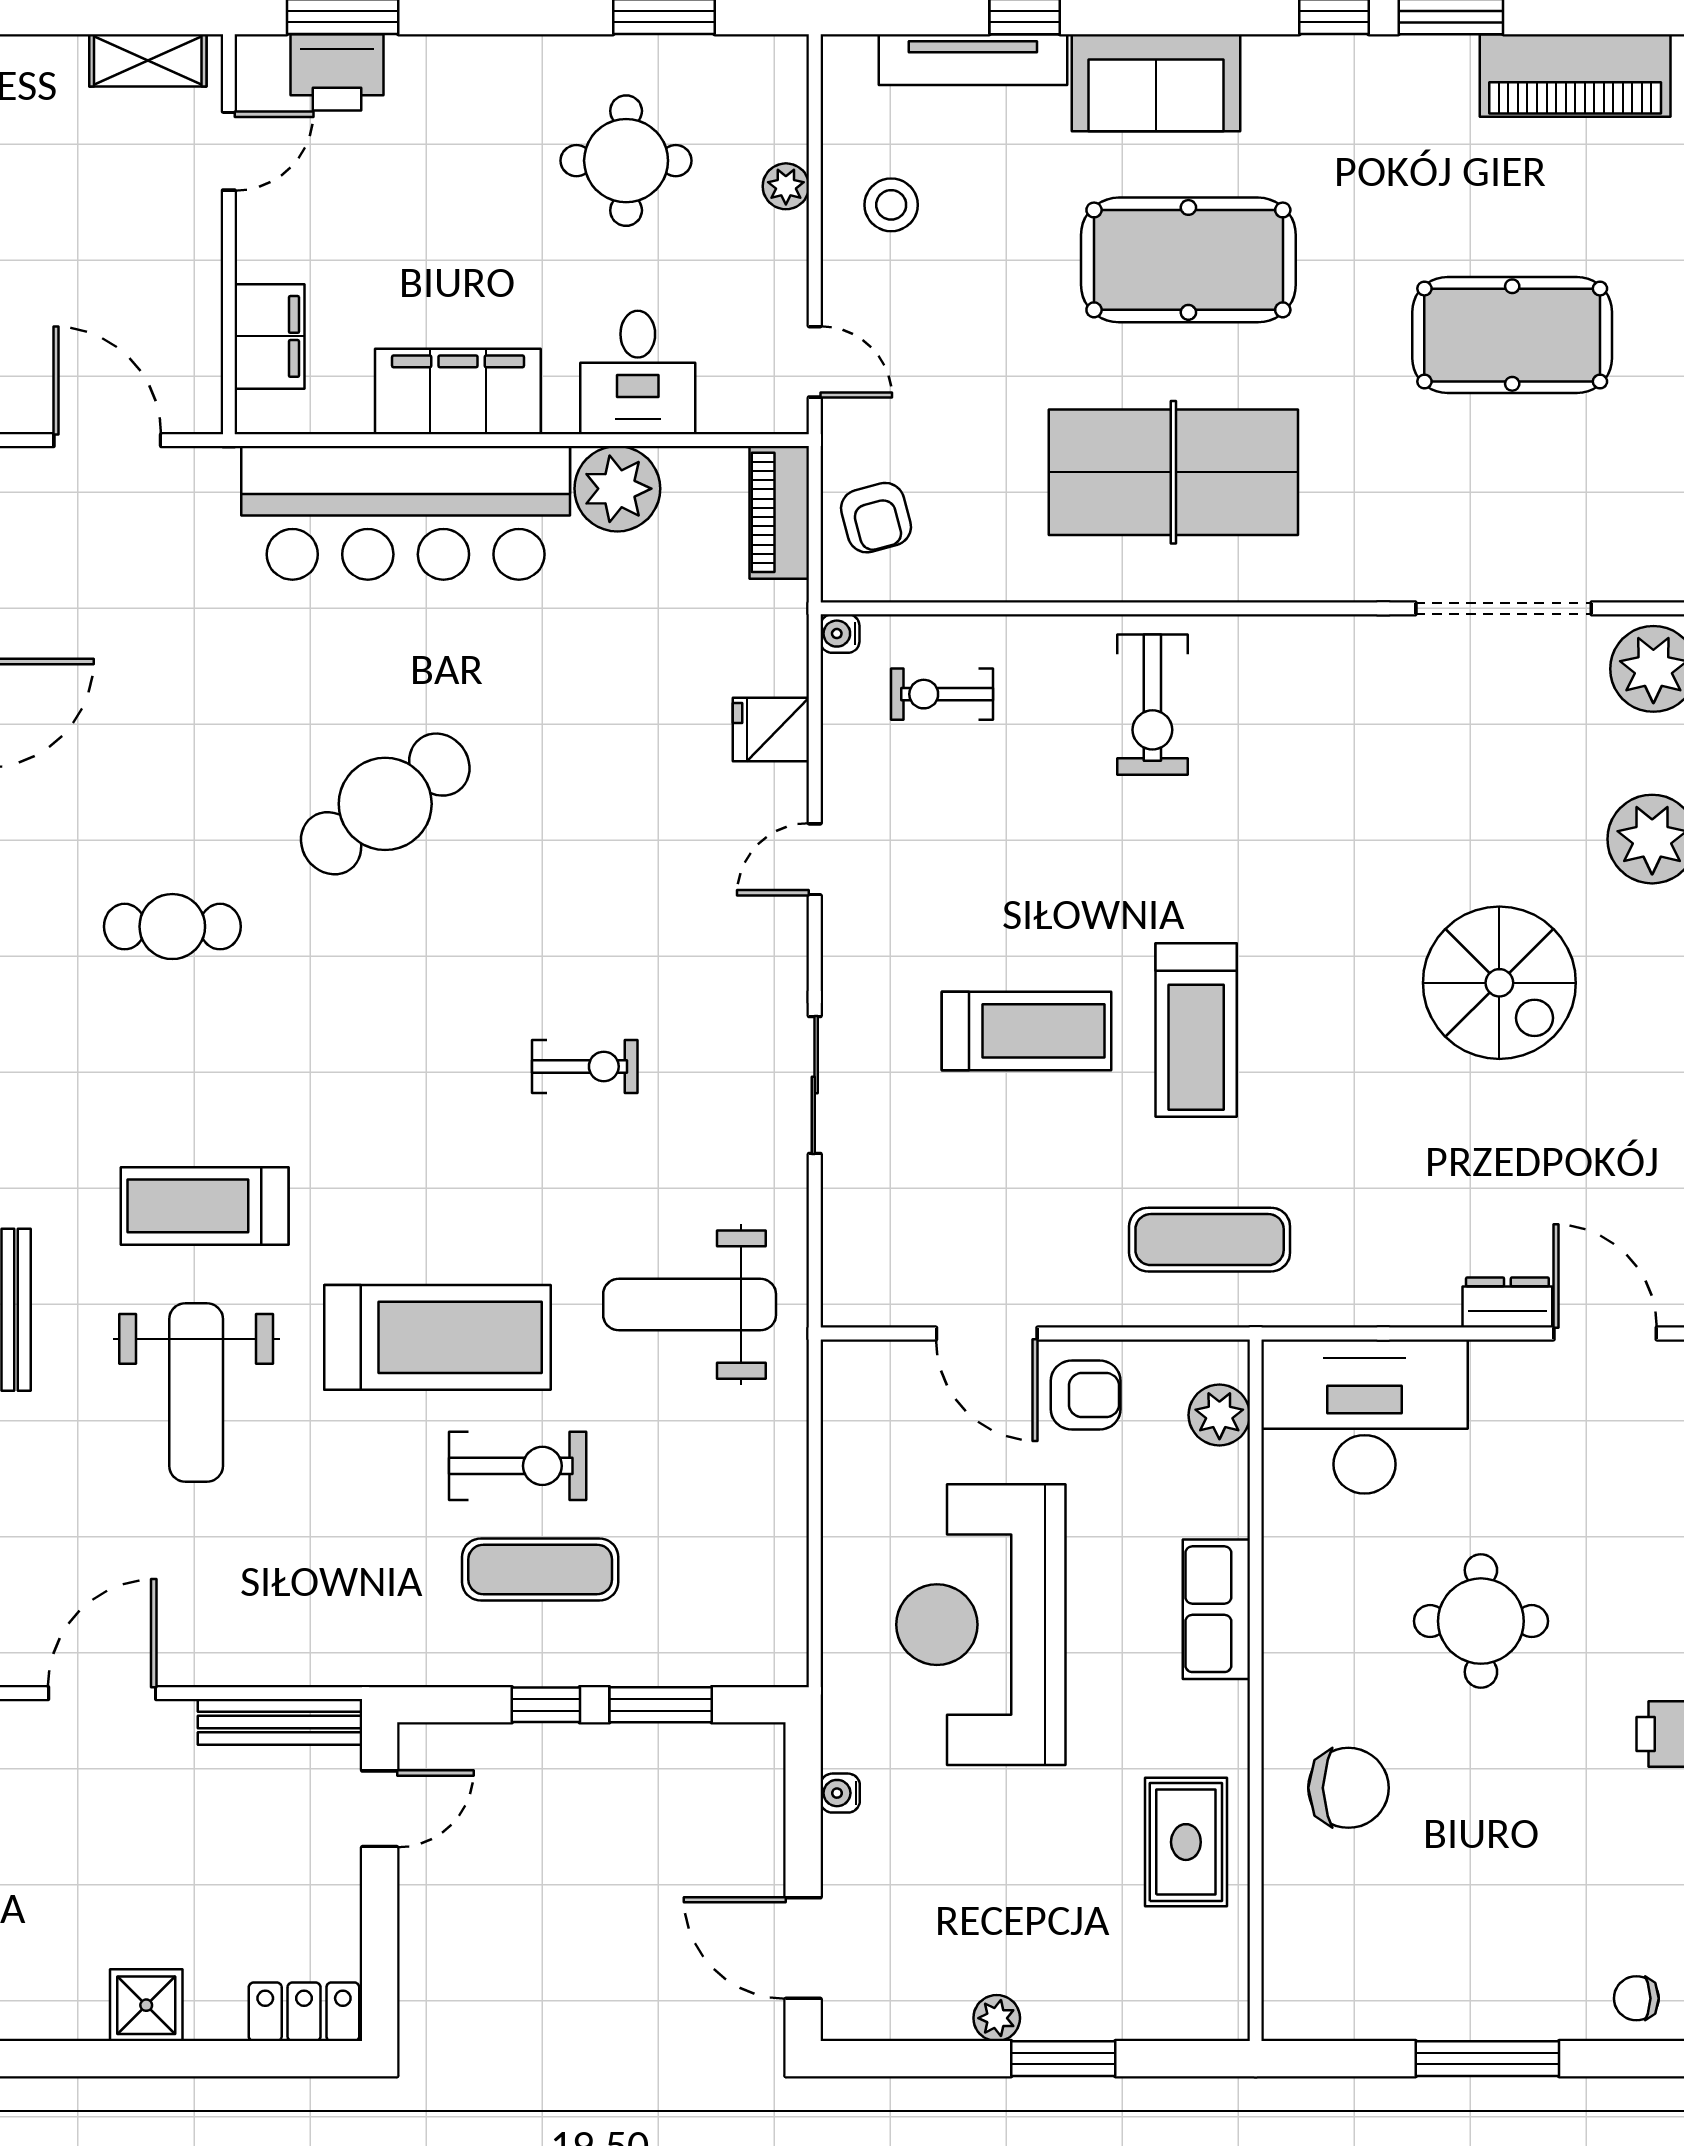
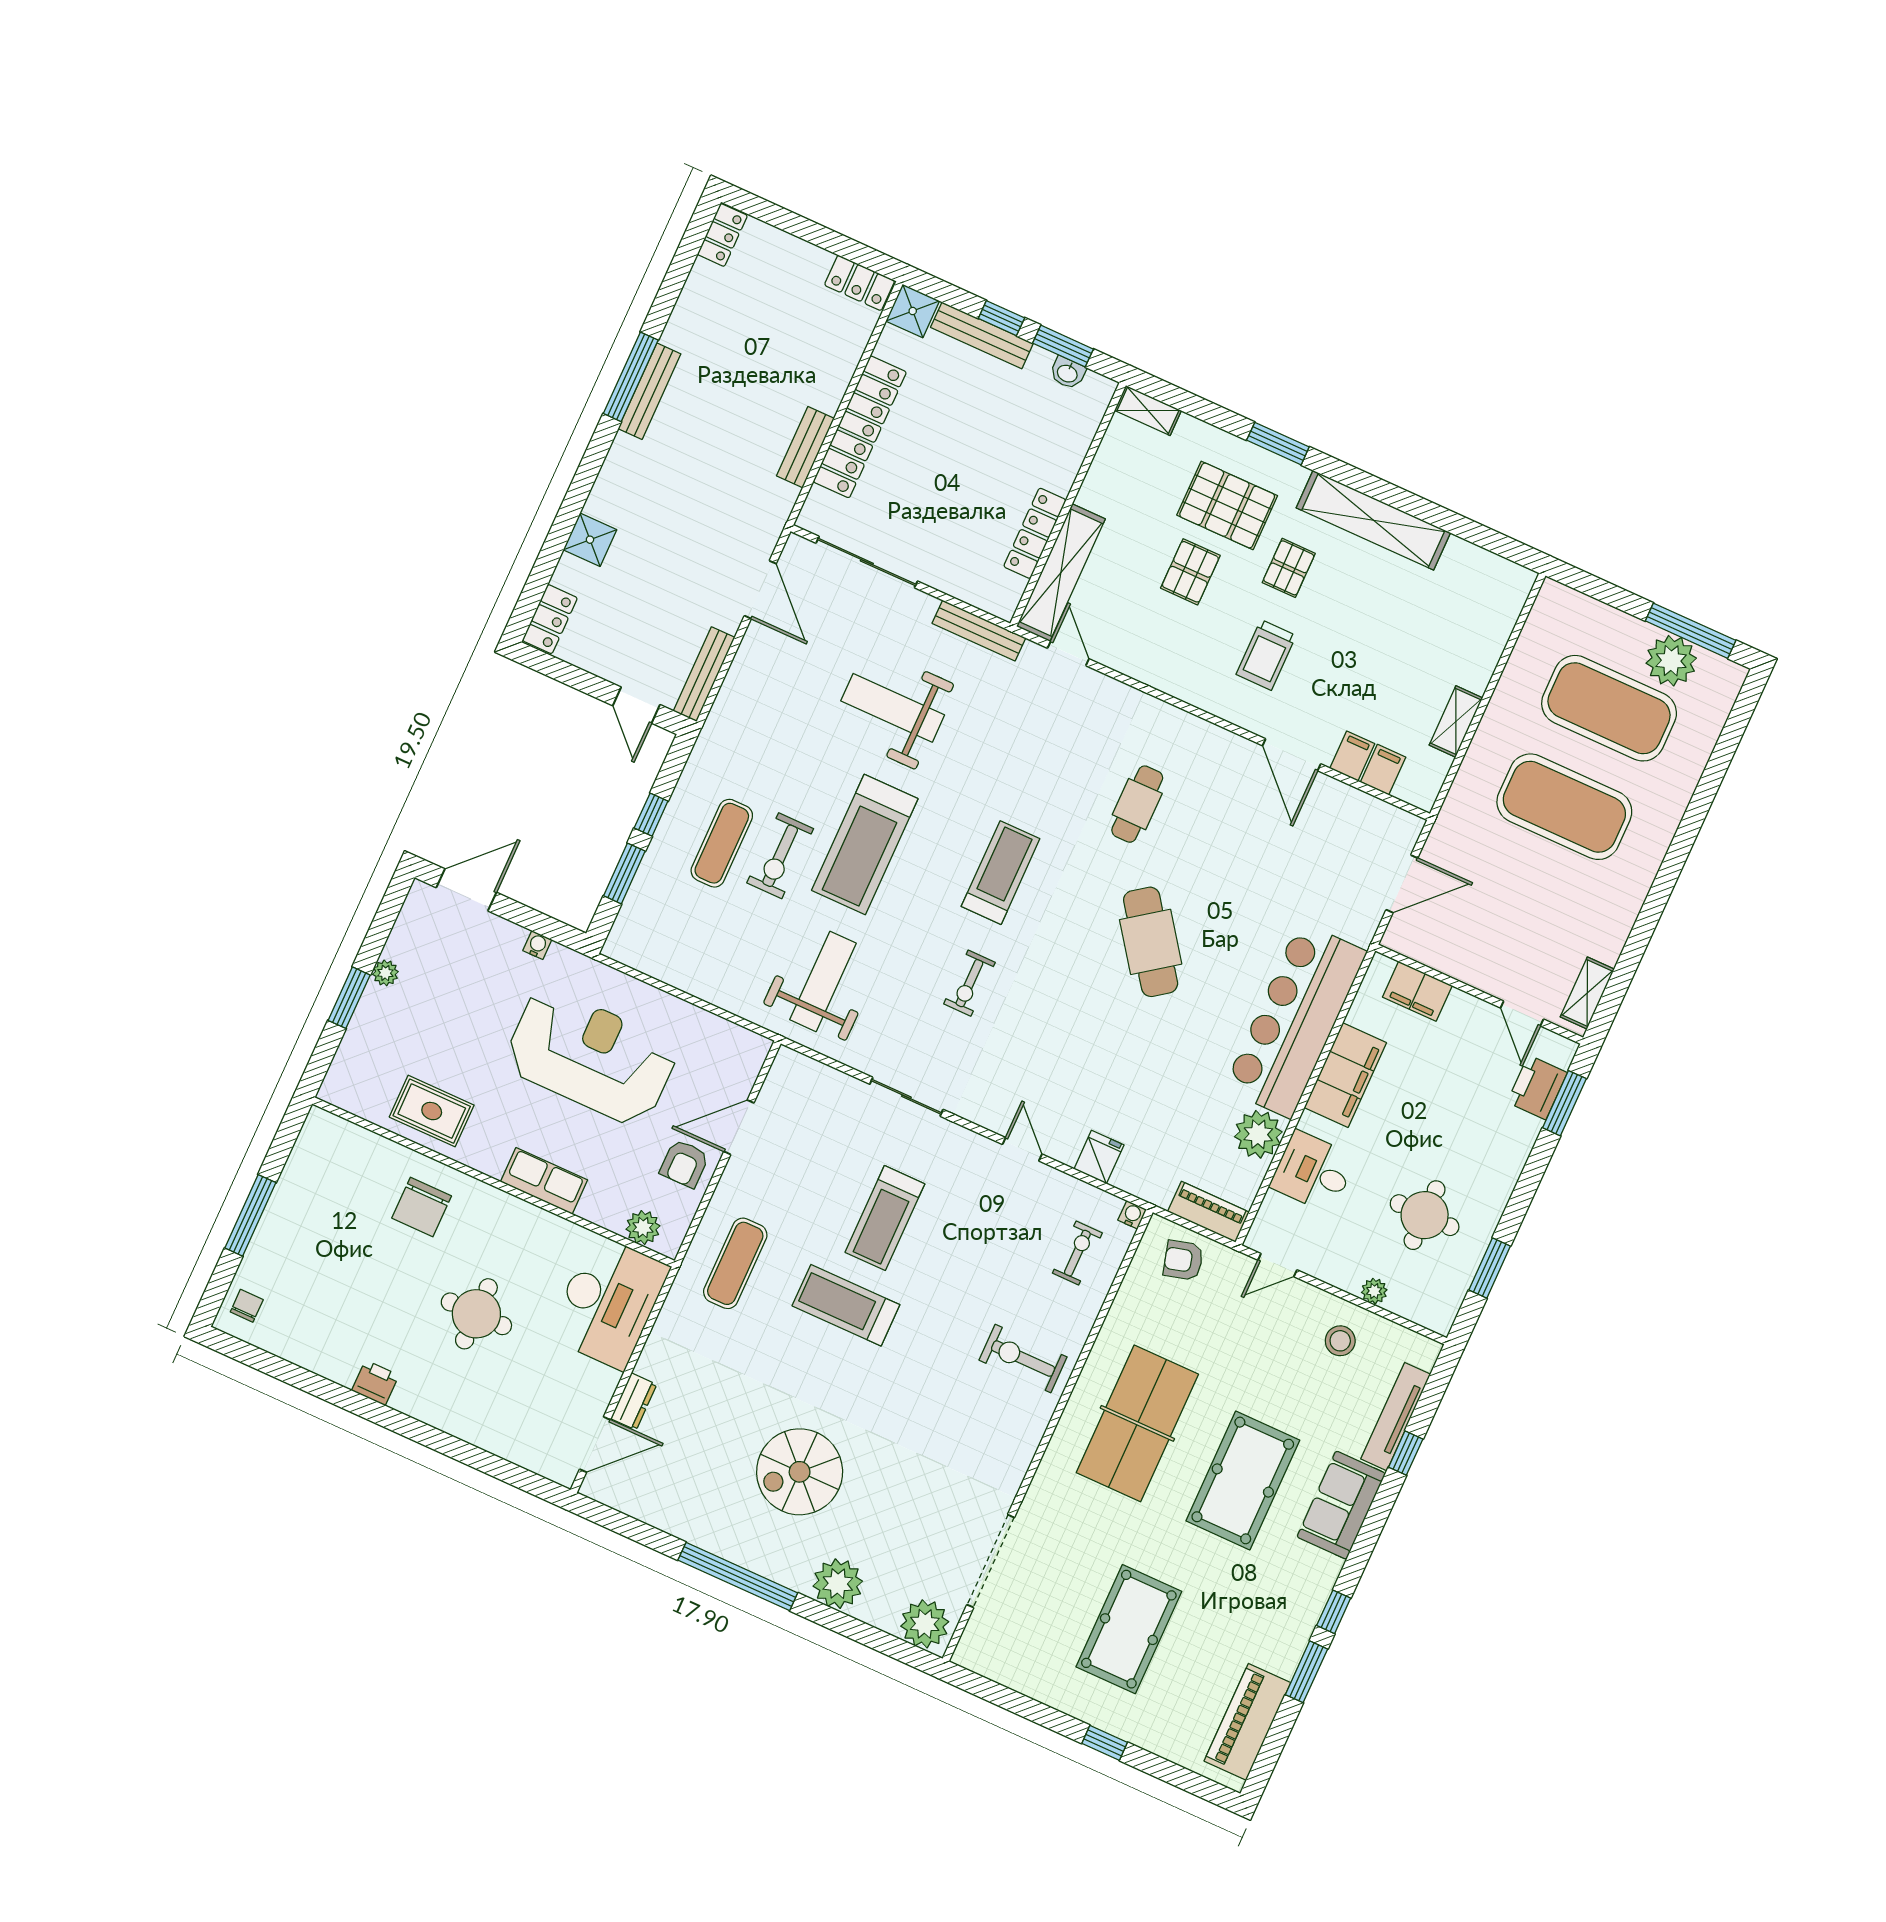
treadmill: (205, 1206) -> (1001, 873), moved

